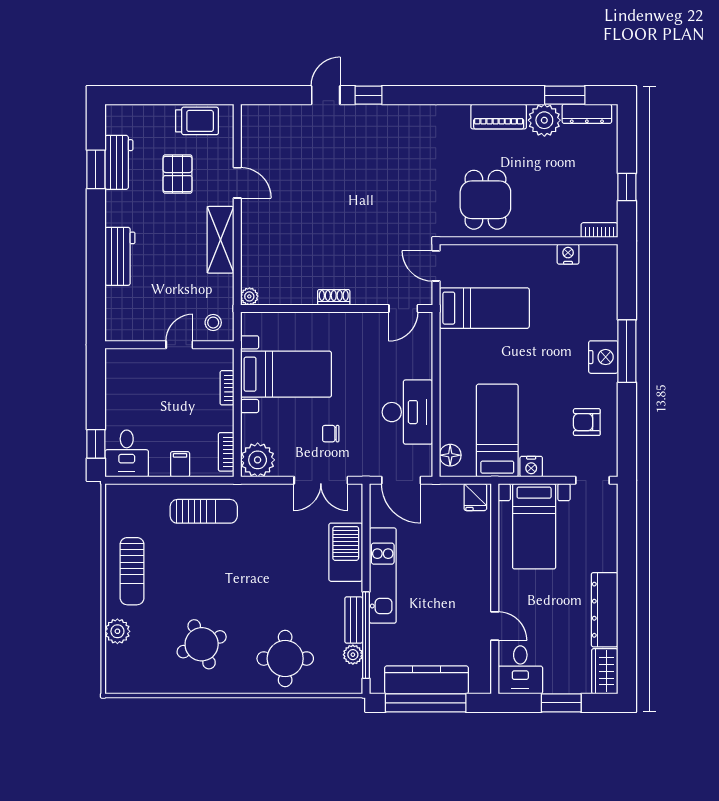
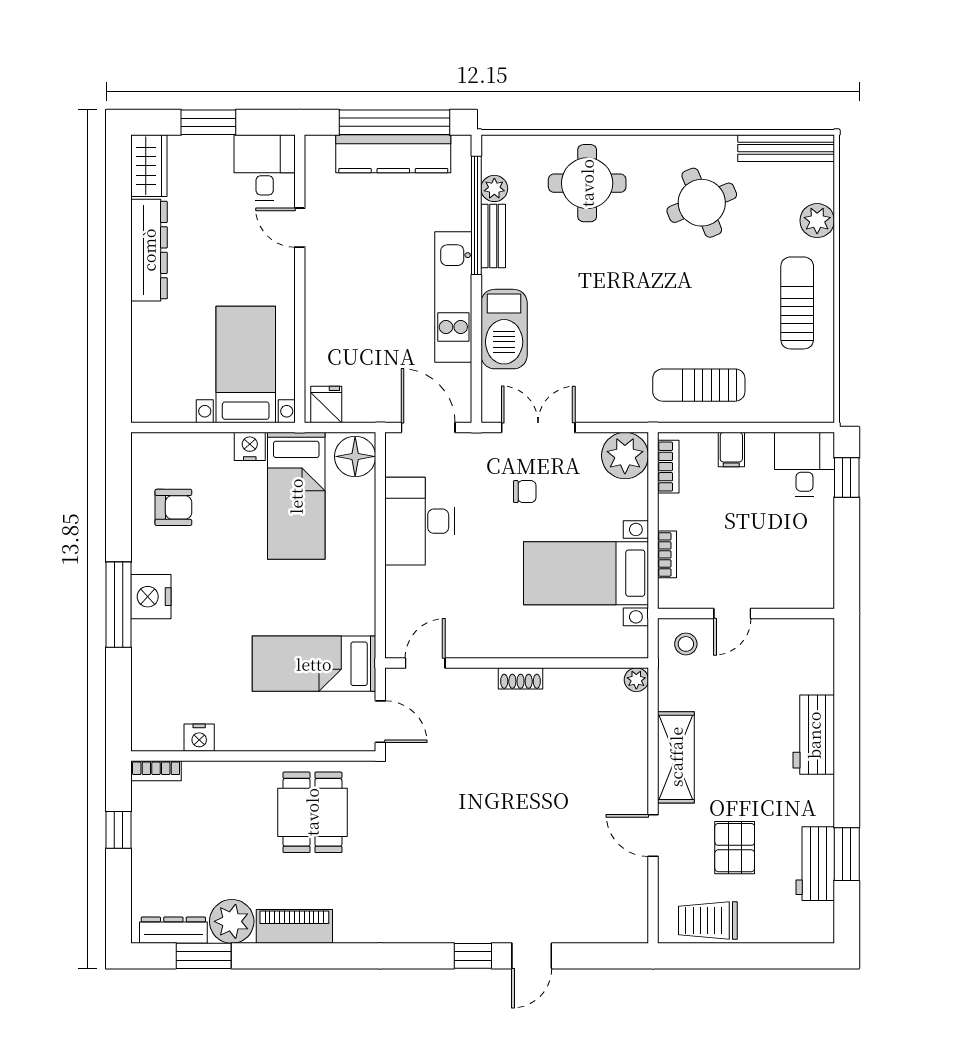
floor lamp: (450, 455) -> (355, 456), width x1.38, depth x1.38
doorway: (592, 480) -> (166, 428), removed
bench: (140, 684) -> (786, 148), added

